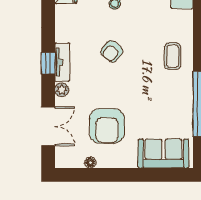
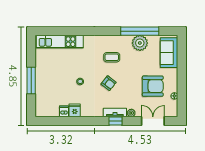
coffee table: (173, 56) -> (112, 57), moved
plant: (180, 104) -> (140, 43), added

